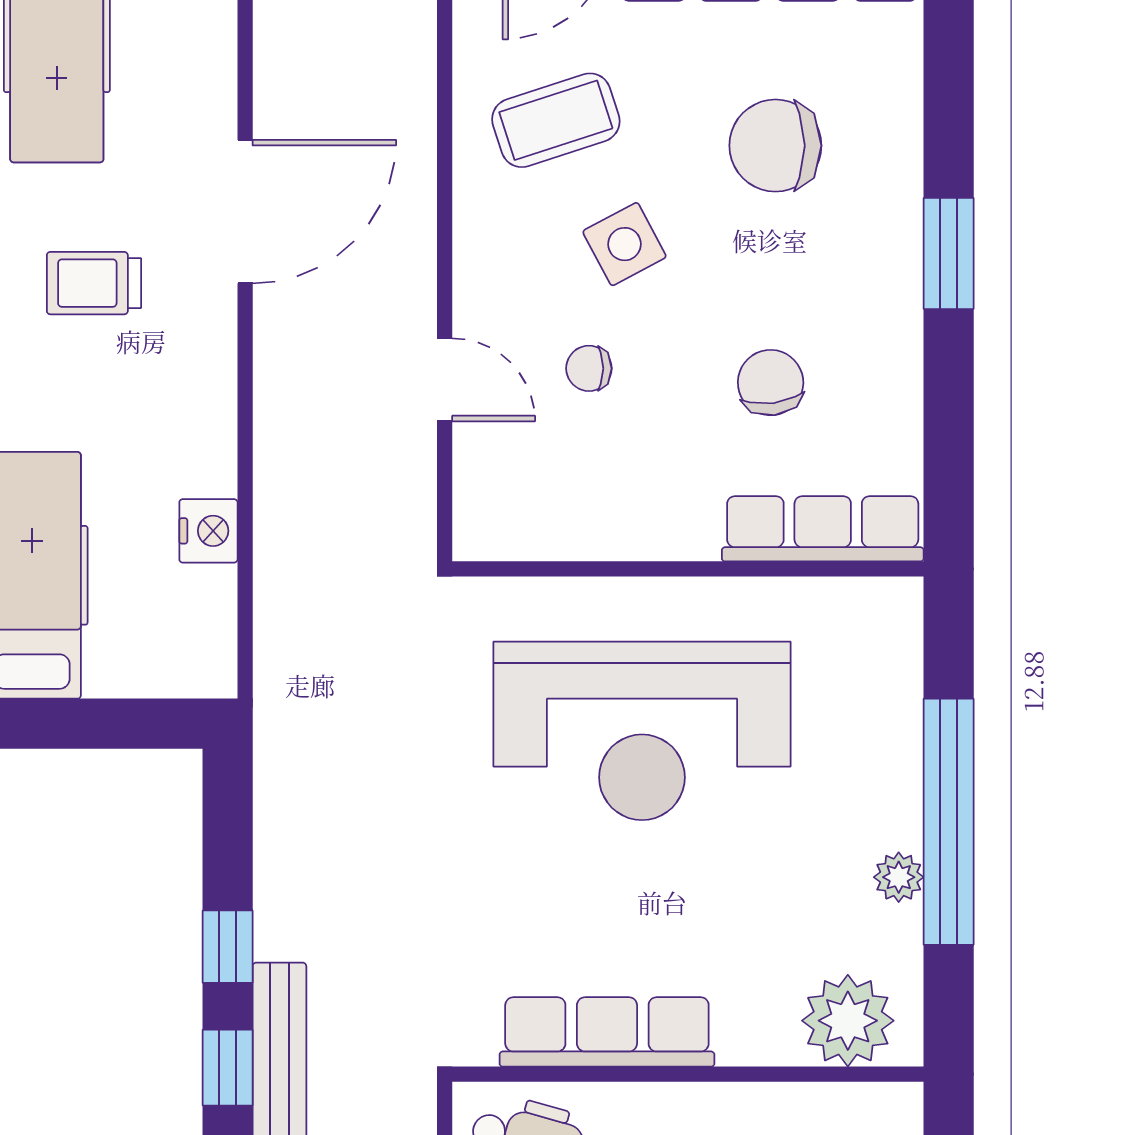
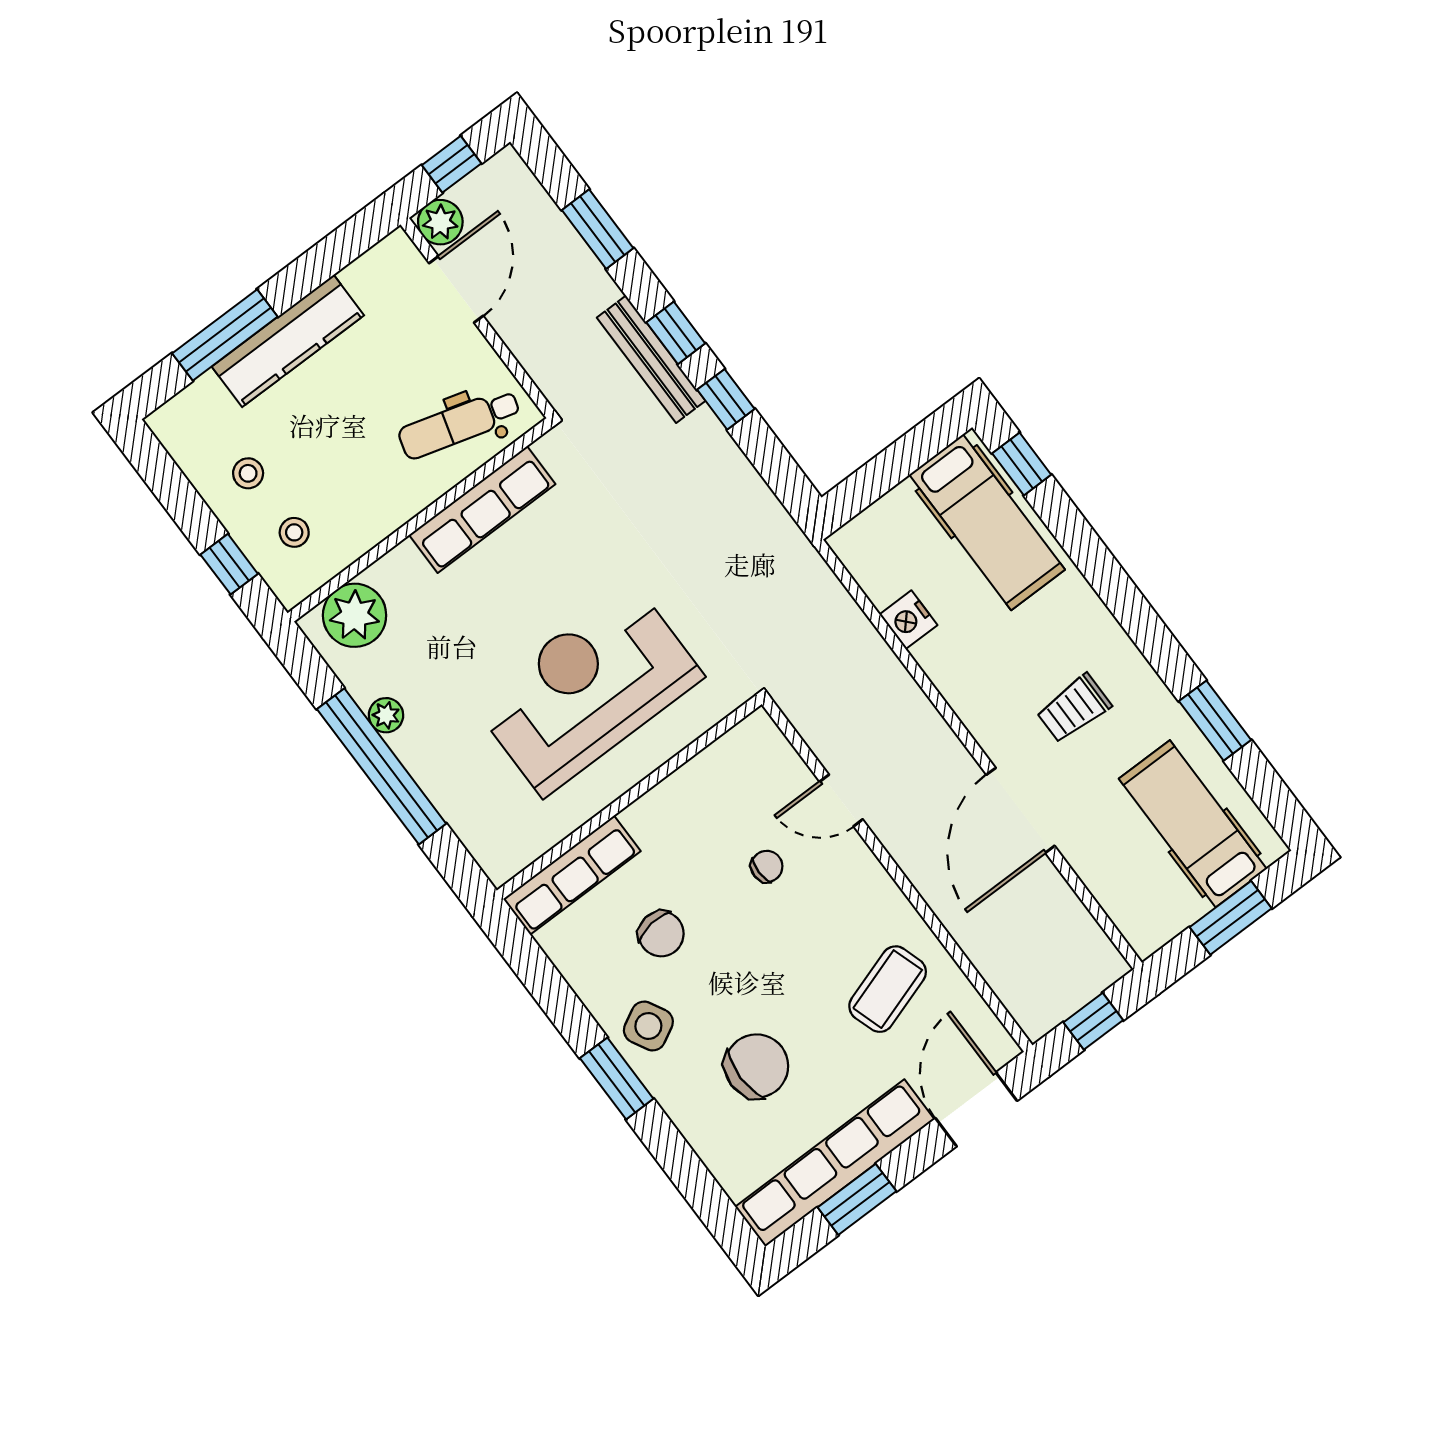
side table: (624, 244) -> (648, 1026), moved
trolley: (94, 283) -> (1074, 708), turned 180

